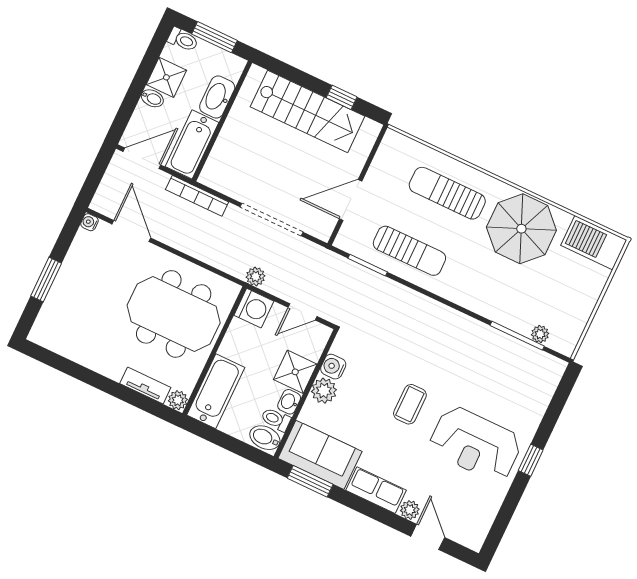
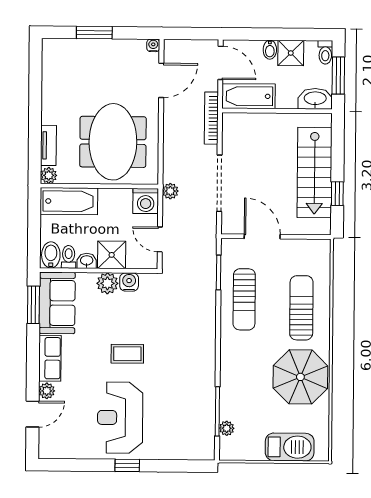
washbasin: (217, 97) -> (315, 99), moved
barbecue: (594, 243) -> (290, 447), moved, turned 90

